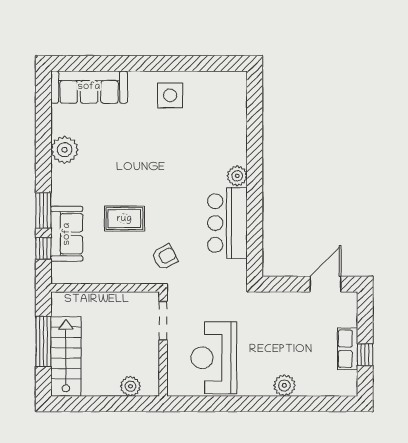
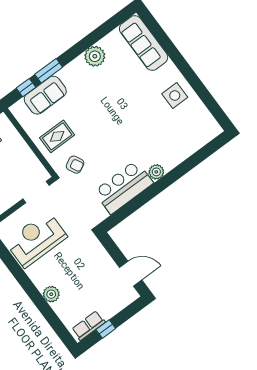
rug: (124, 219) -> (57, 136), moved, turned 90
row of seats: (348, 349) -> (88, 326), moved

